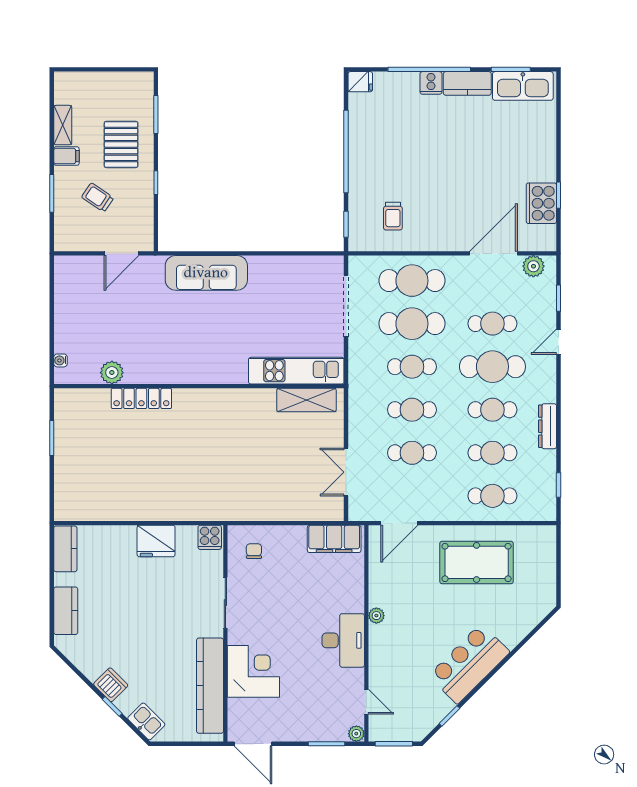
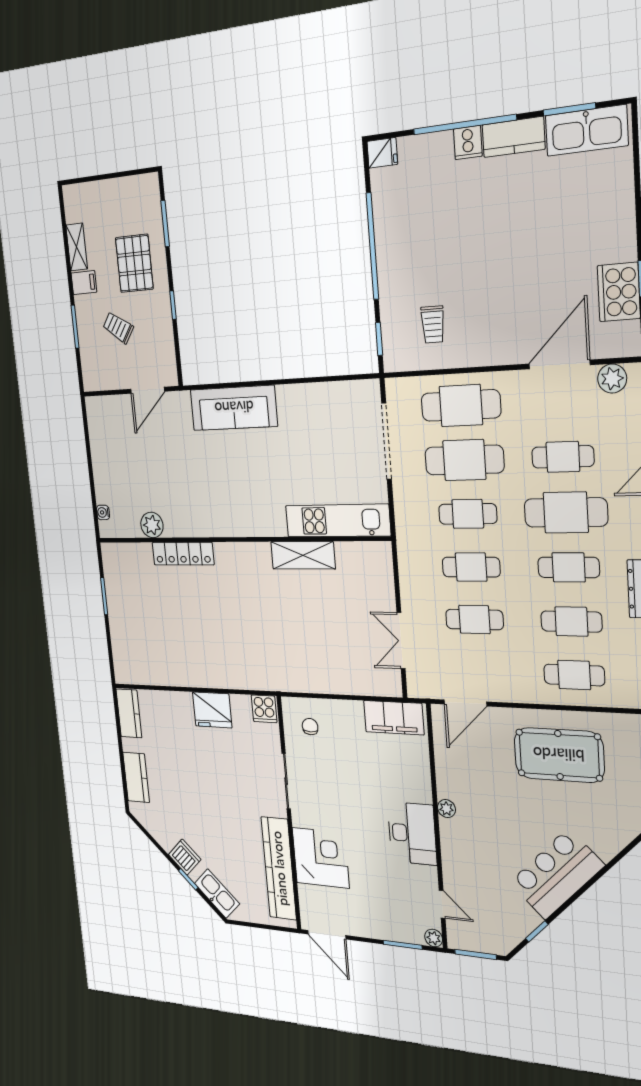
shelving: (306, 400) -> (303, 555), moved
kitchen sink: (146, 721) -> (217, 894), width x1.38

